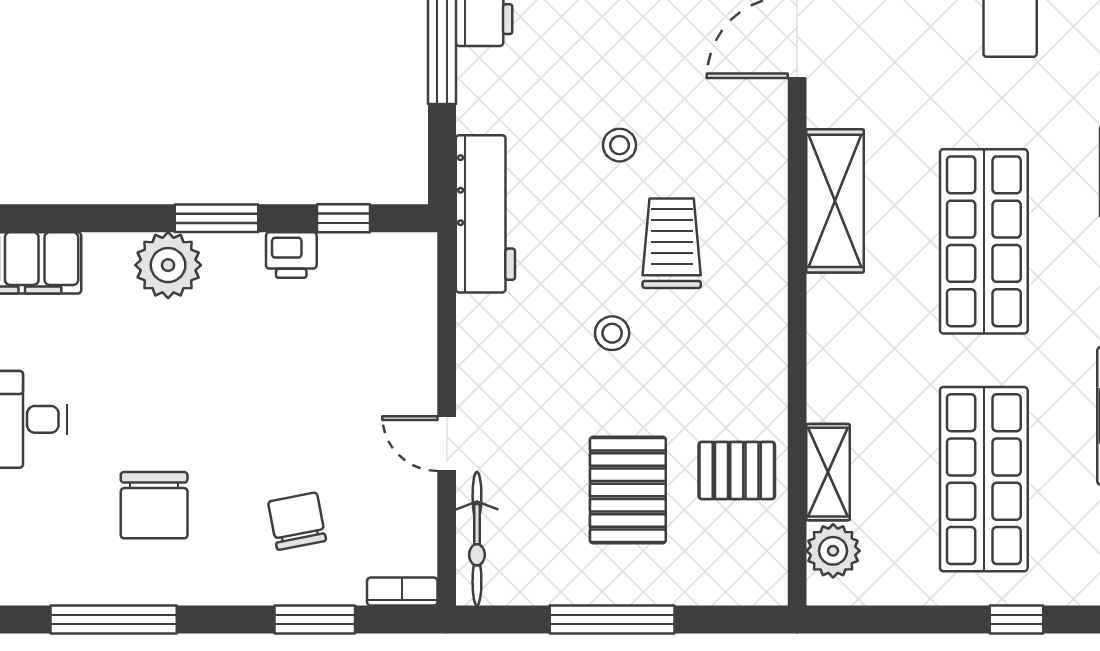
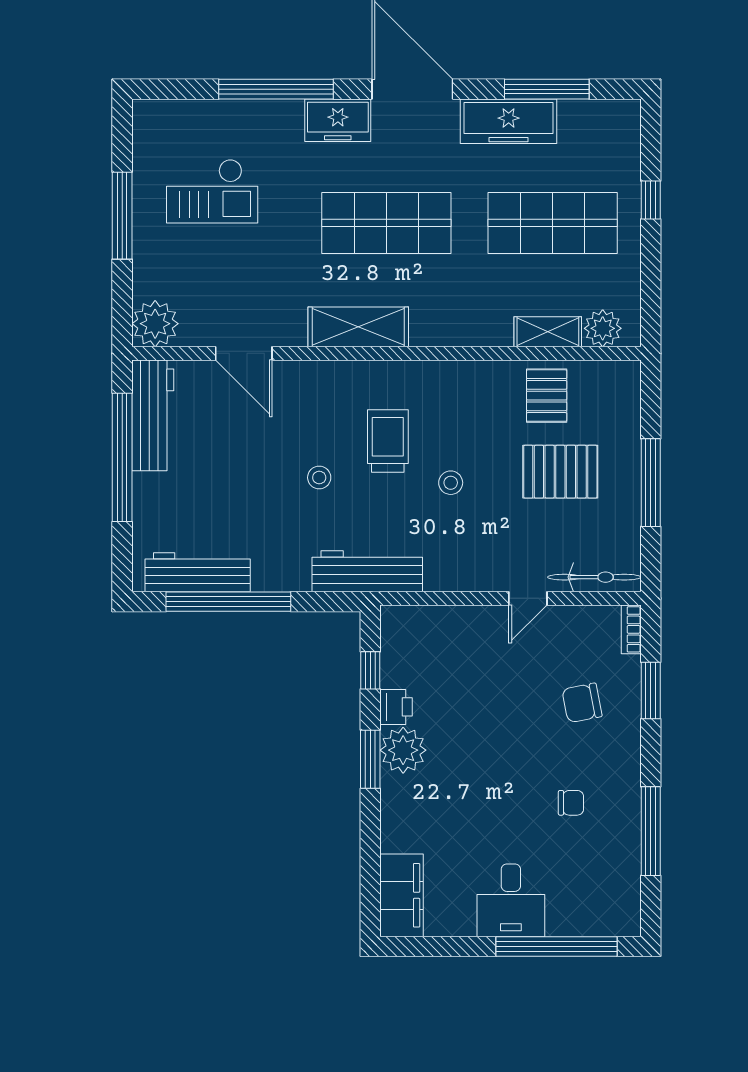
trolley: (672, 243) -> (388, 441), turned 90
plant: (168, 265) -> (403, 750), moved
chair: (154, 505) -> (571, 803), width x0.54, depth x0.54

